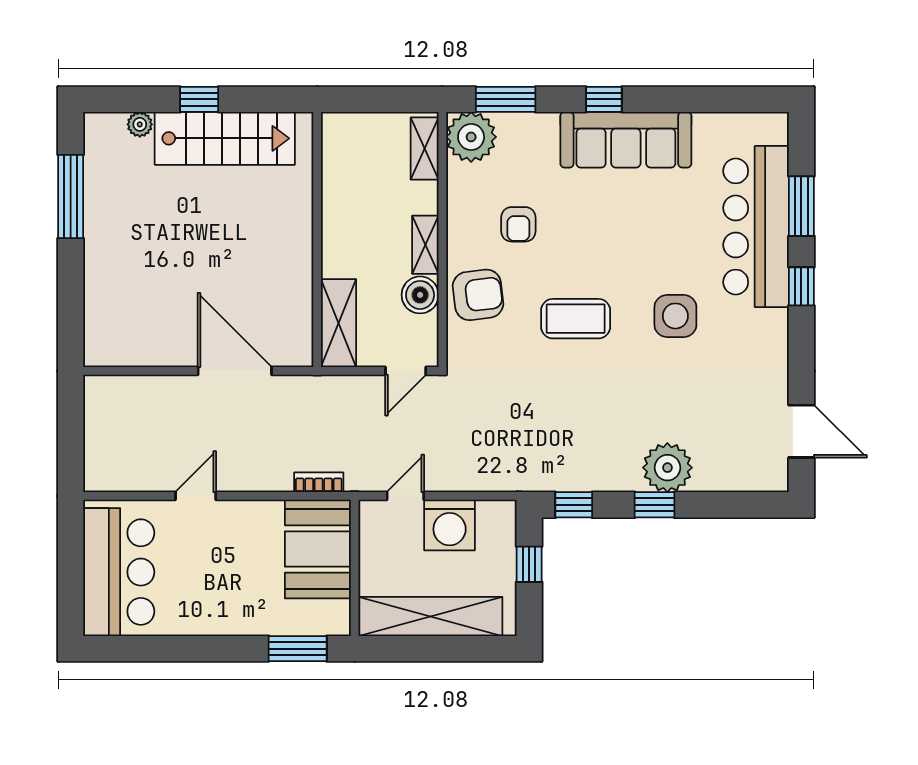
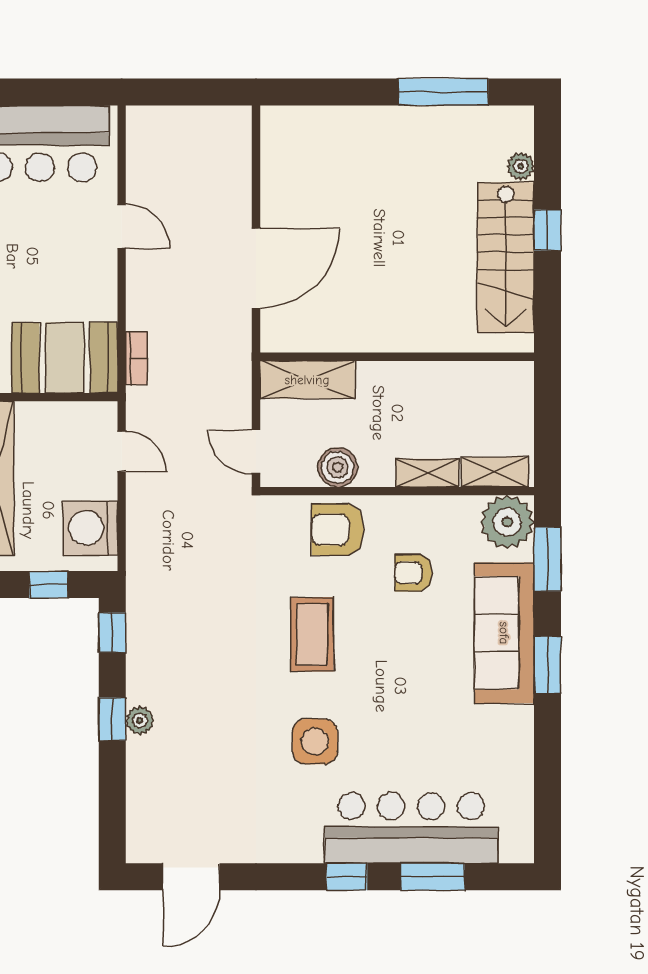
window: (604, 99) -> (548, 665), width x1.50
sofa: (626, 140) -> (504, 633), moved
shelving: (425, 245) -> (427, 473), moved
armchair: (478, 295) -> (338, 529), turned 97
plant: (667, 468) -> (140, 721), width x0.53, depth x0.53
washing machine: (450, 525) -> (90, 528), moved

